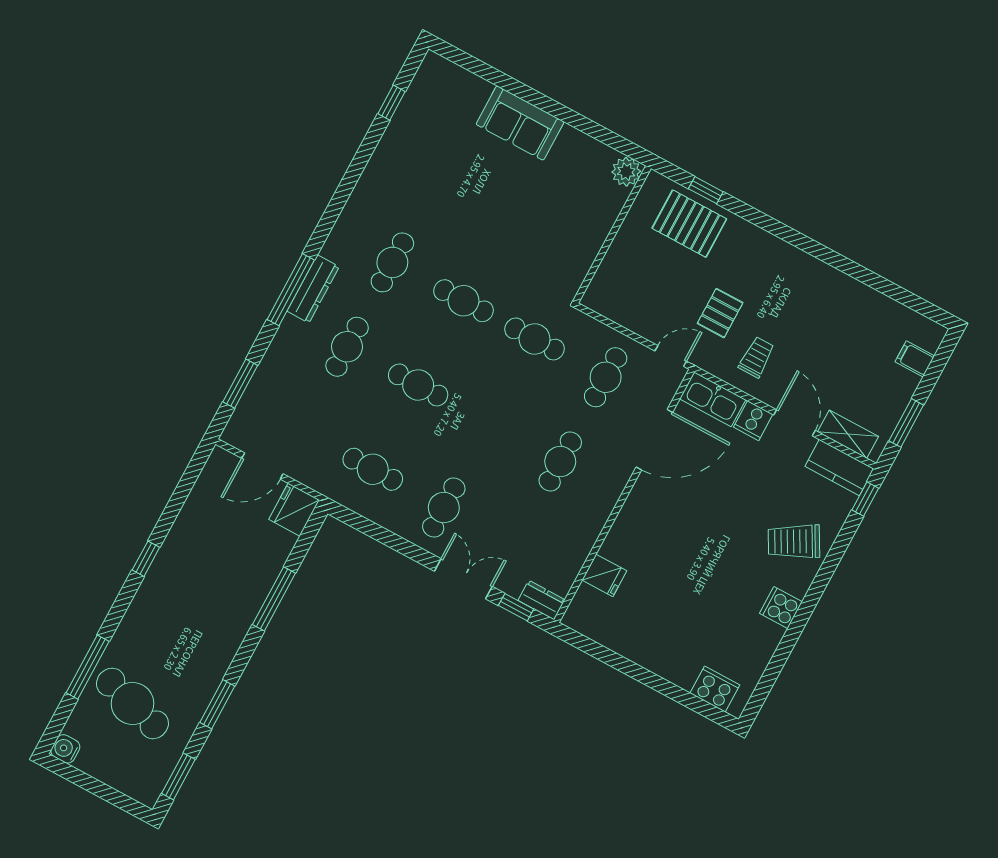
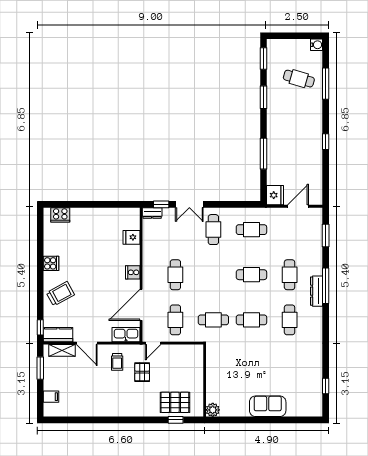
cooker: (753, 421) -> (133, 272), moved, turned -90
cafe table: (132, 703) -> (299, 79), width x0.73, depth x0.74

